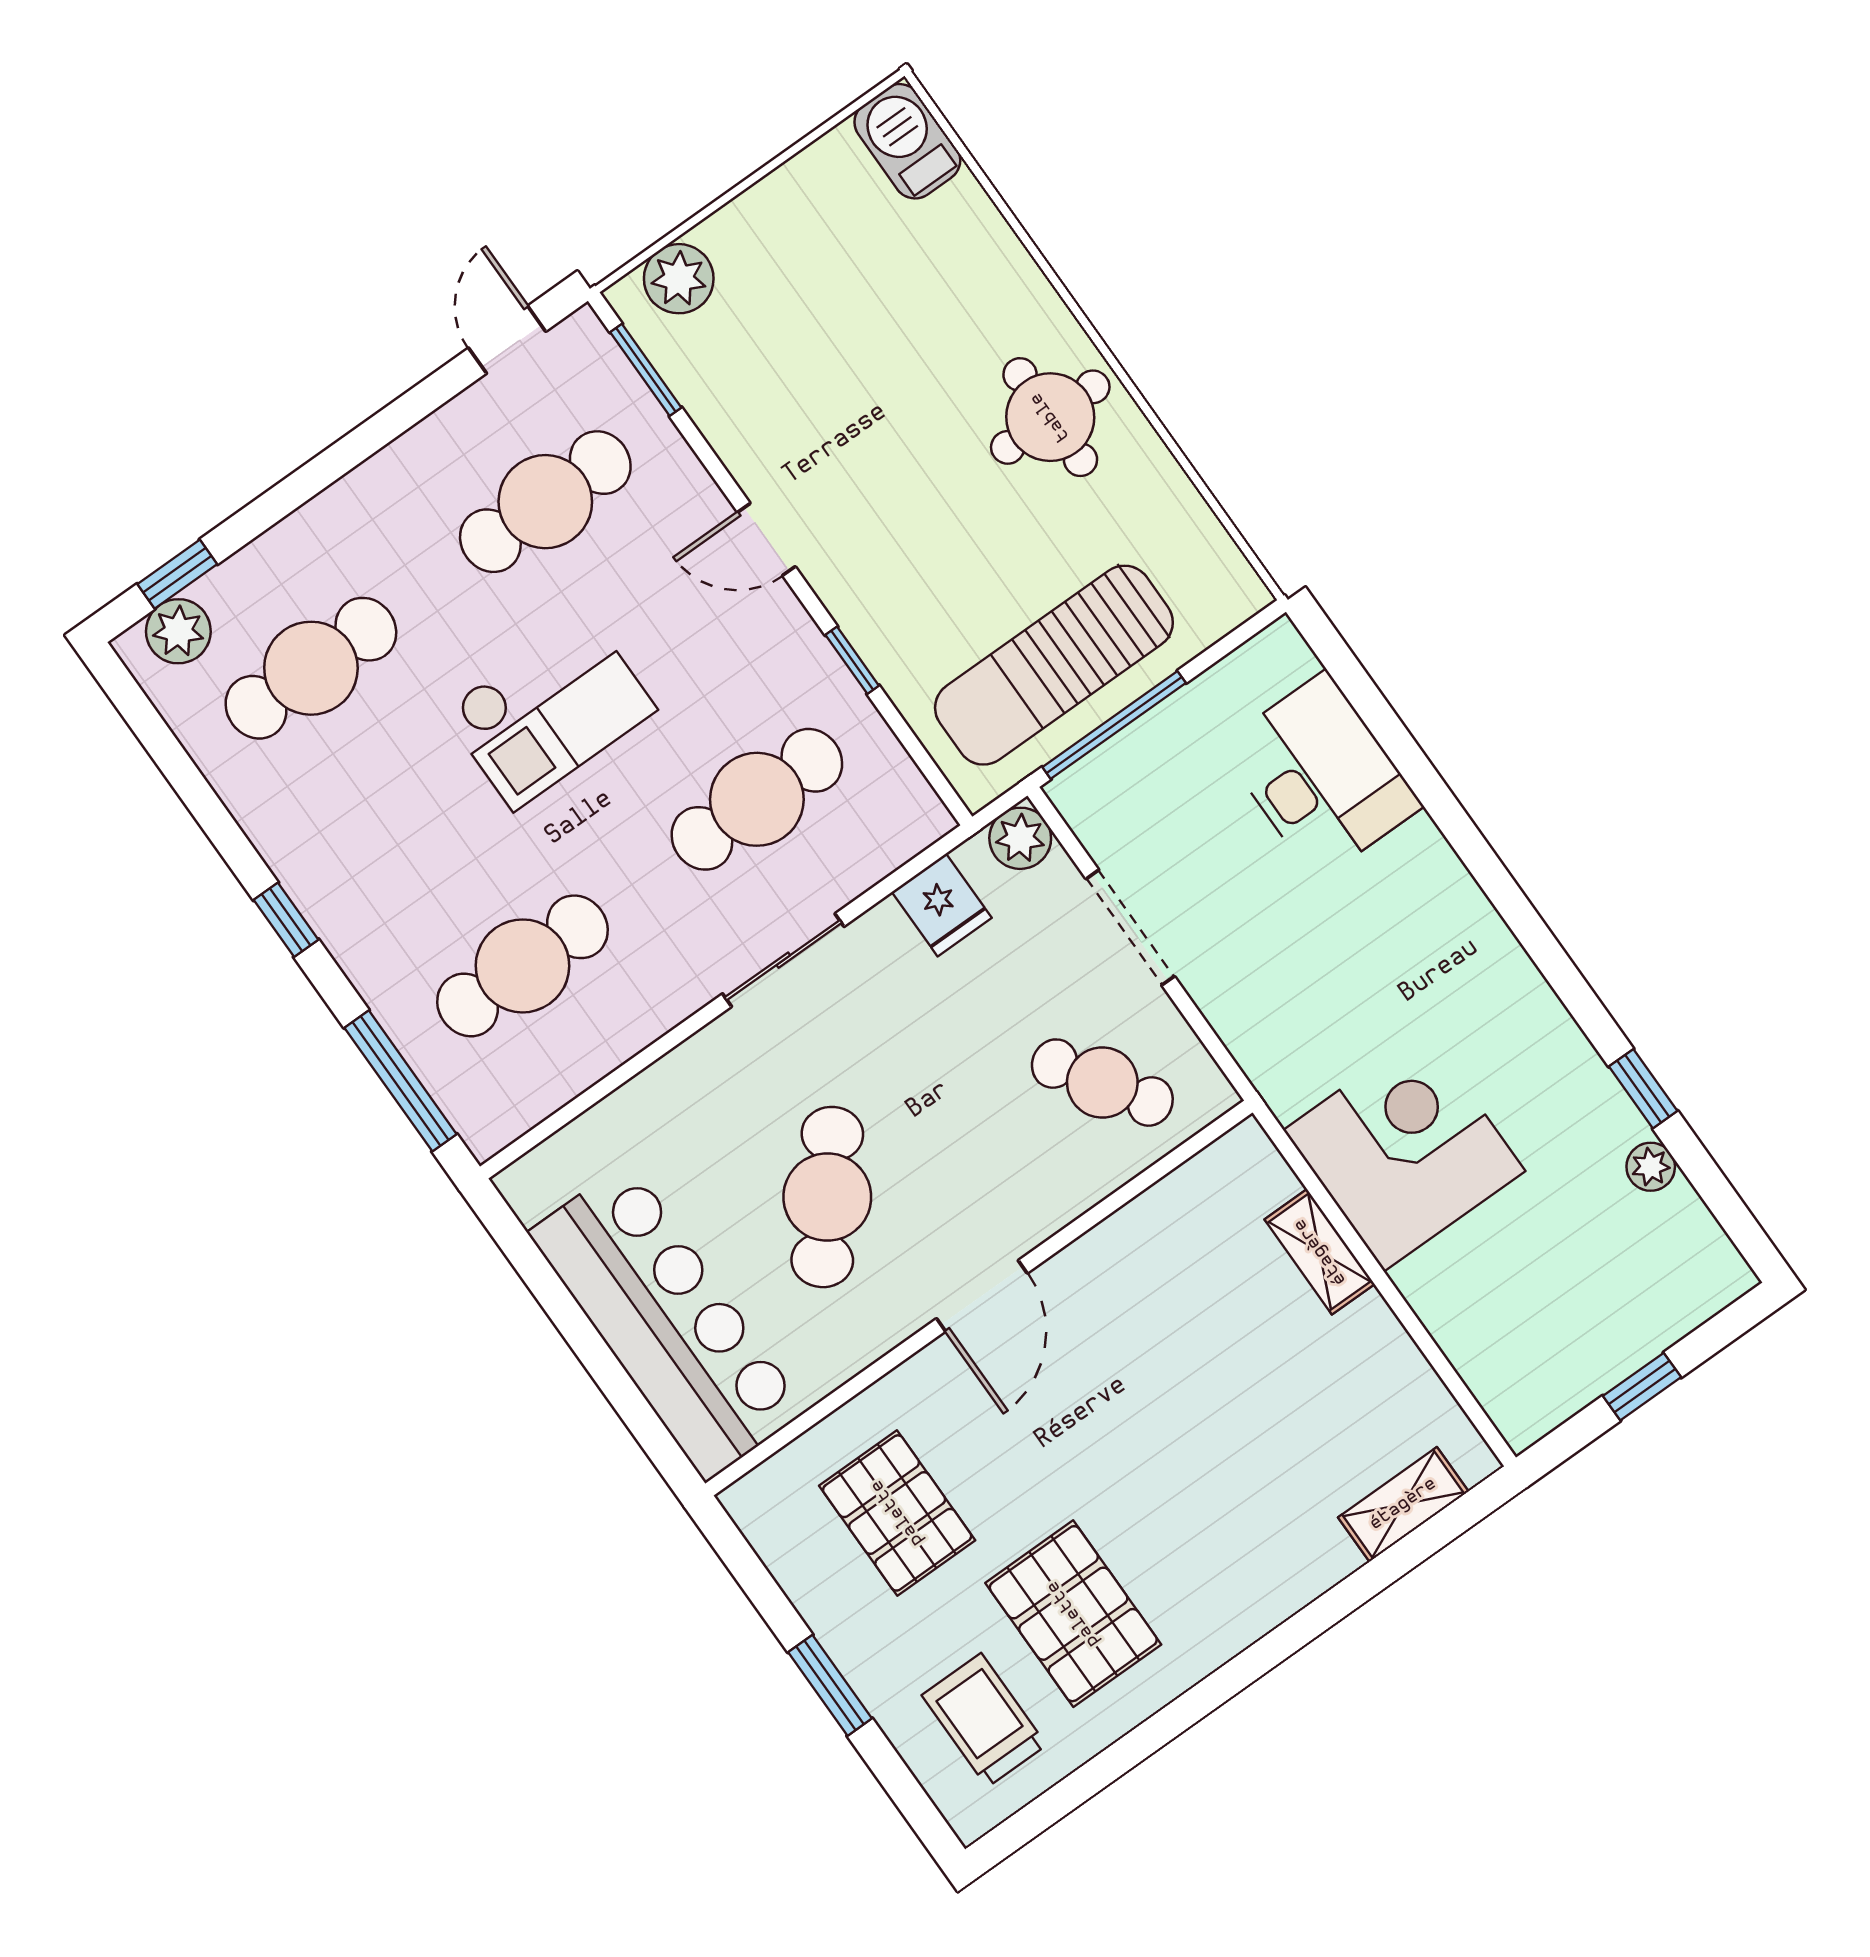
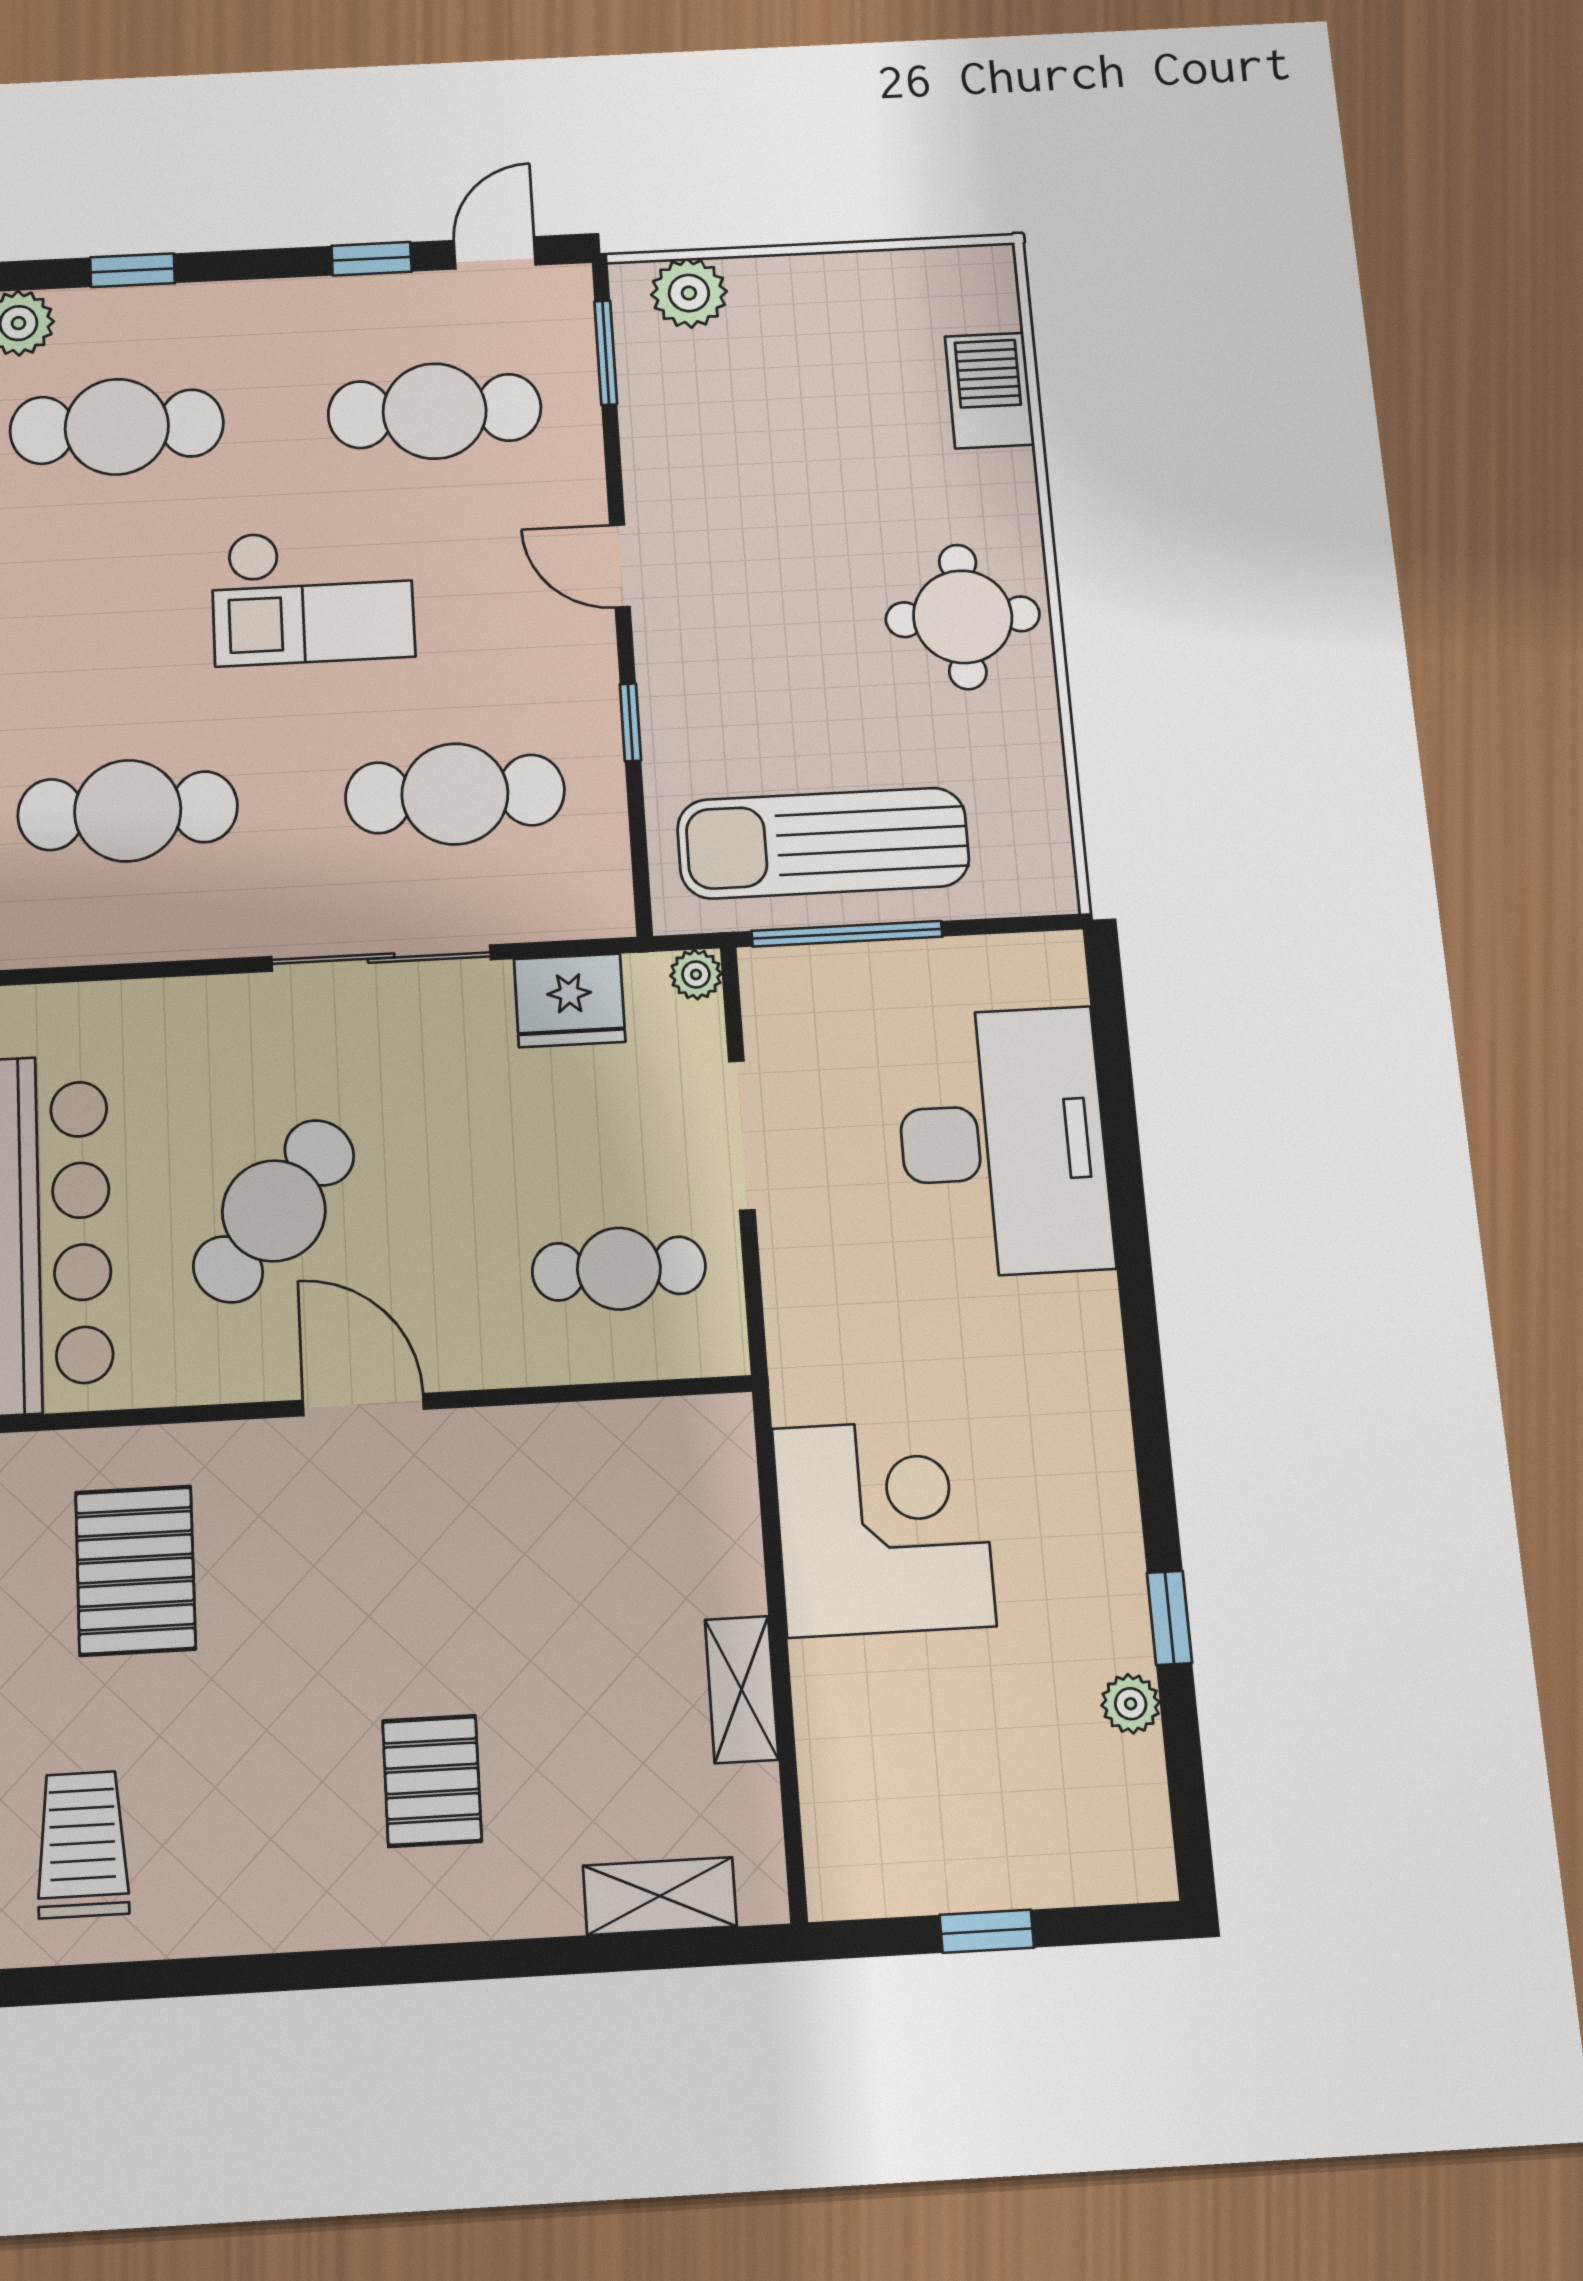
barbecue: (907, 141) -> (989, 390), moved
window: (415, 405) -> (372, 259), added
window: (177, 574) -> (132, 270), moved
desk: (1321, 776) -> (1003, 1142), width x1.36, depth x1.30
plant: (1020, 838) -> (696, 974), width x0.73, depth x0.73
fridge: (942, 905) -> (570, 1000), width x1.38
sliding door: (783, 960) -> (381, 958), width x1.37
cafe table: (1102, 1083) -> (619, 1269), turned -57
shelving: (1320, 1252) -> (742, 1689), moved
door: (982, 1296) -> (363, 1405), swing flipped
pallet: (1073, 1614) -> (432, 1781), moved, width x0.67, depth x0.71

